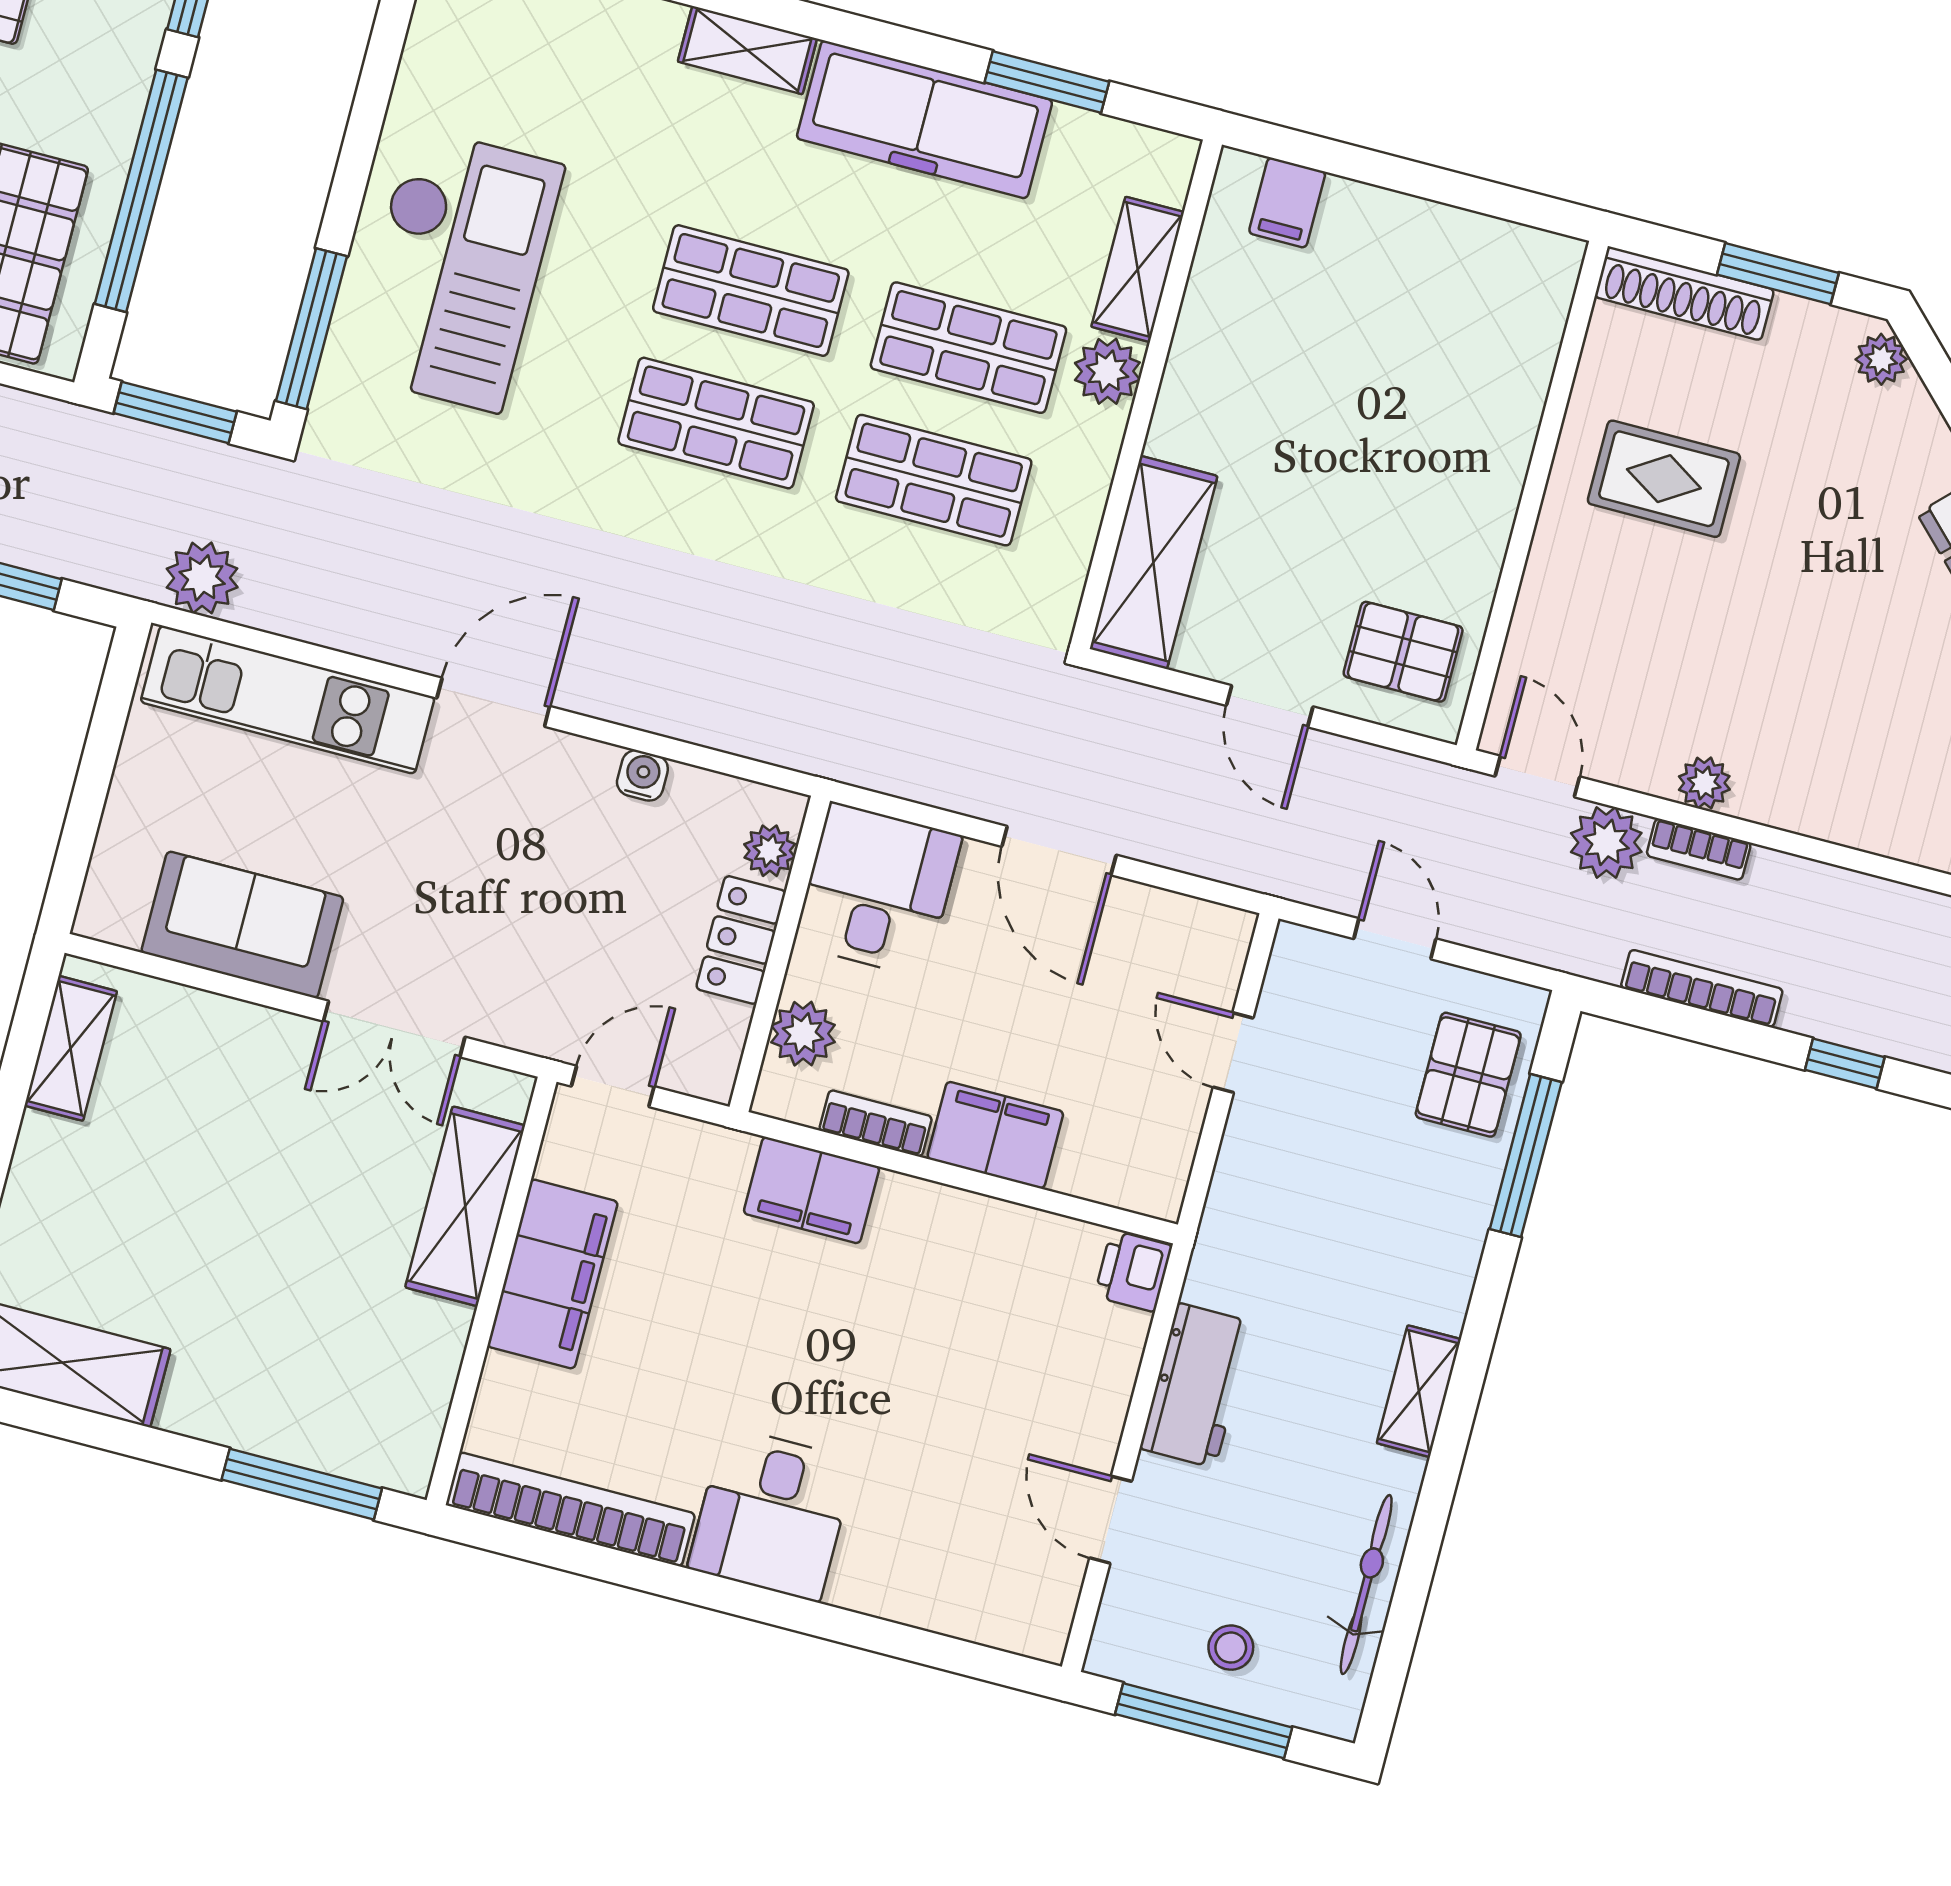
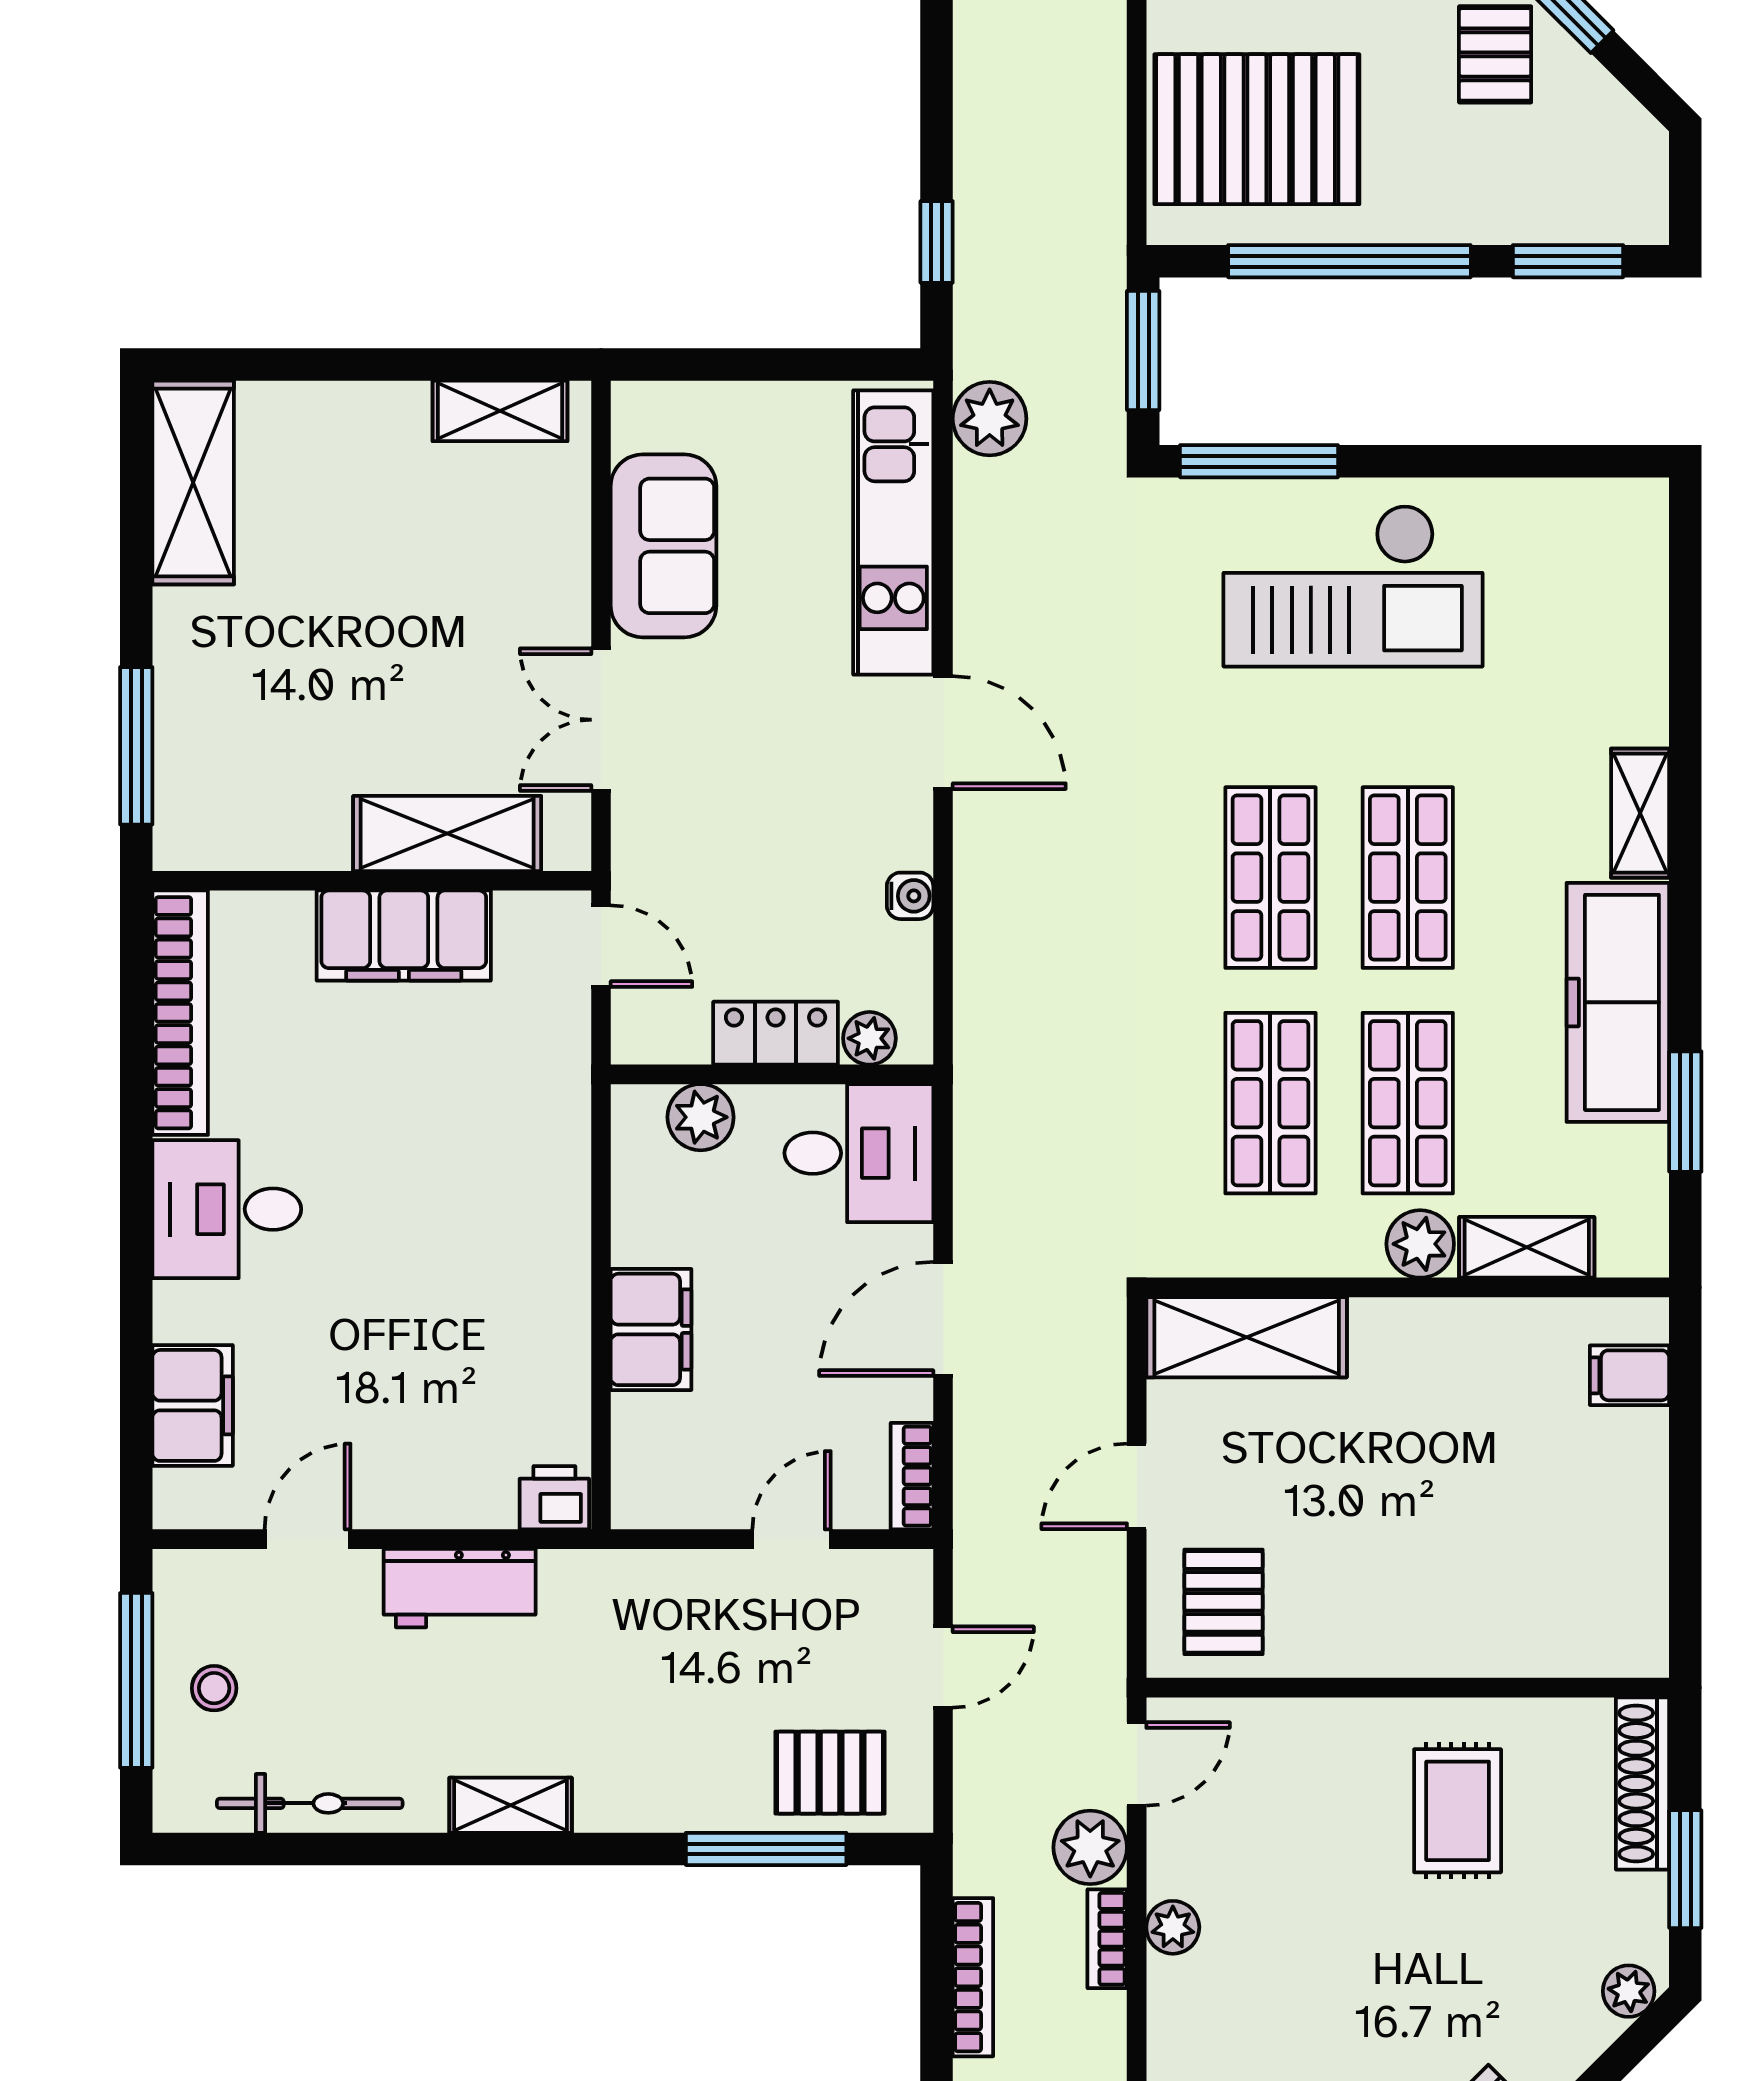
bookcase: (876, 1123) -> (912, 1476), moved, turned 180
filing cabinet: (812, 1190) -> (193, 1405), moved, turned 180

